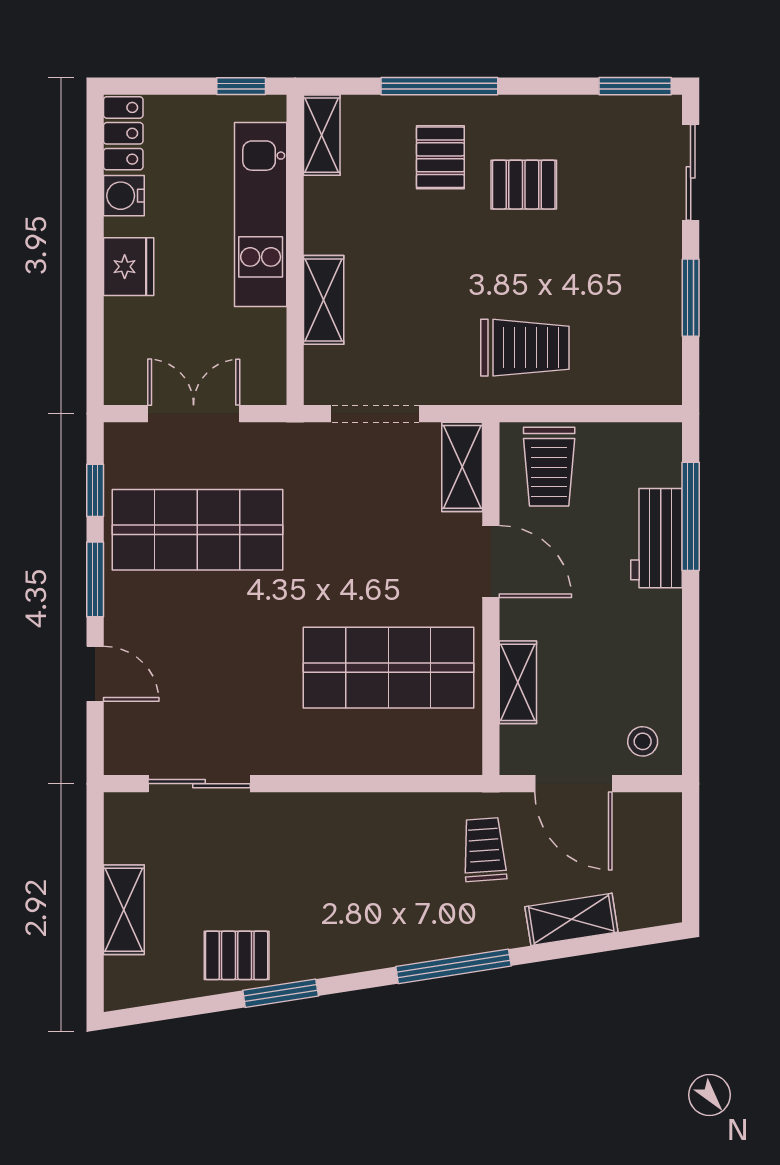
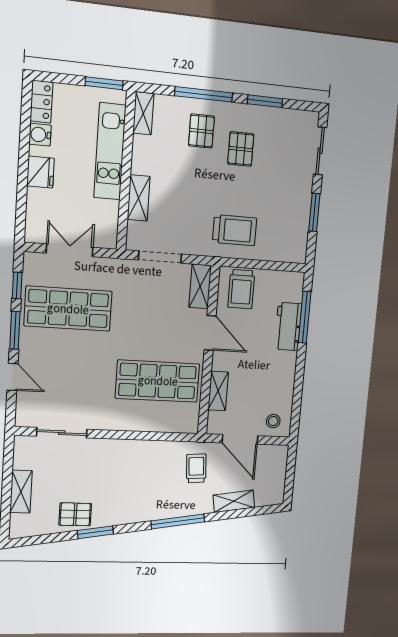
window: (241, 86) -> (104, 83), width x1.50
window: (635, 86) -> (265, 101), moved
pallet: (524, 185) -> (241, 149), turned 90

